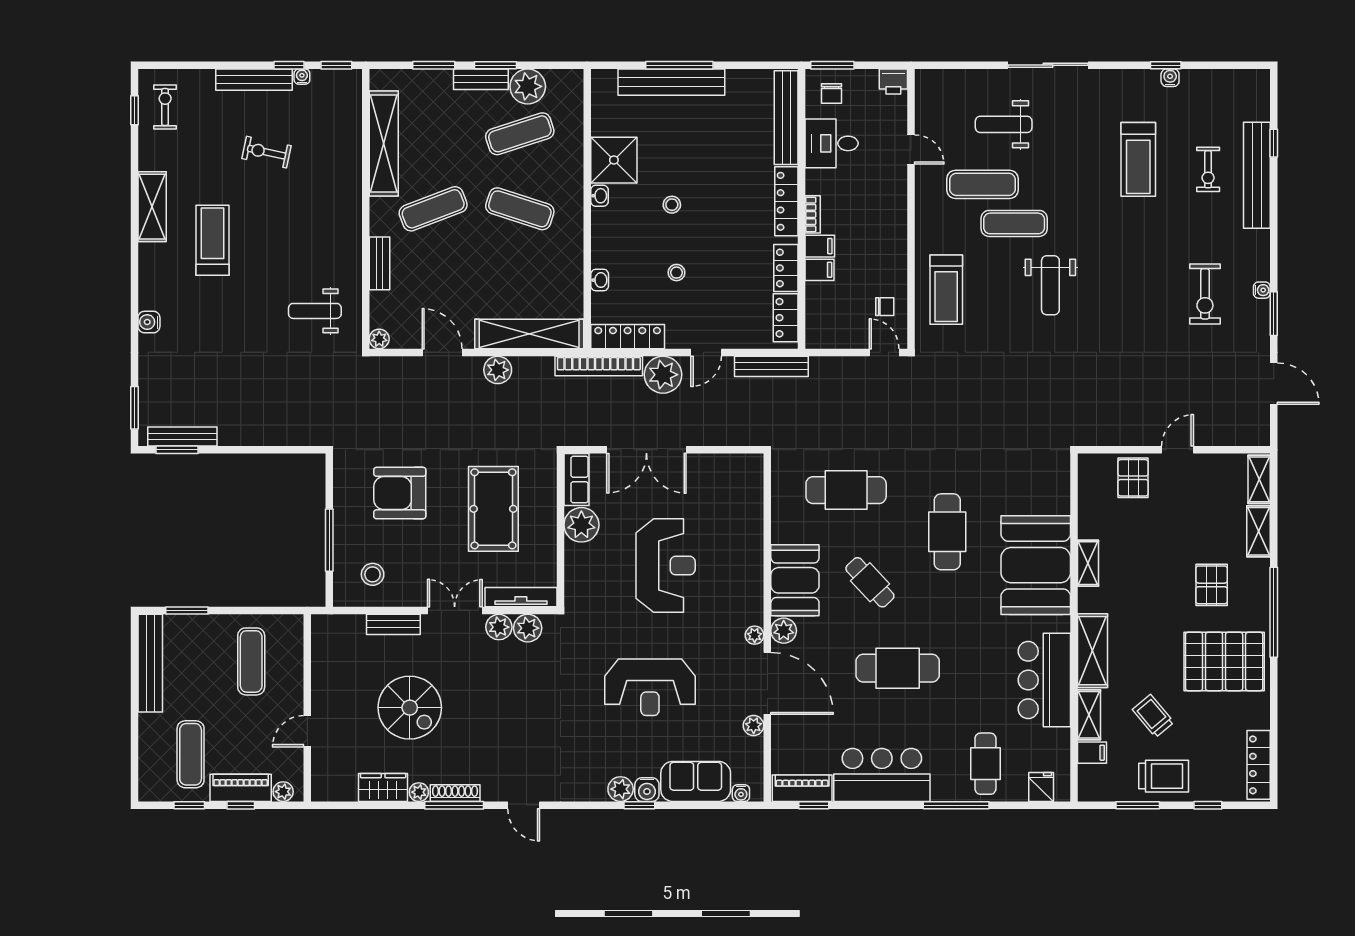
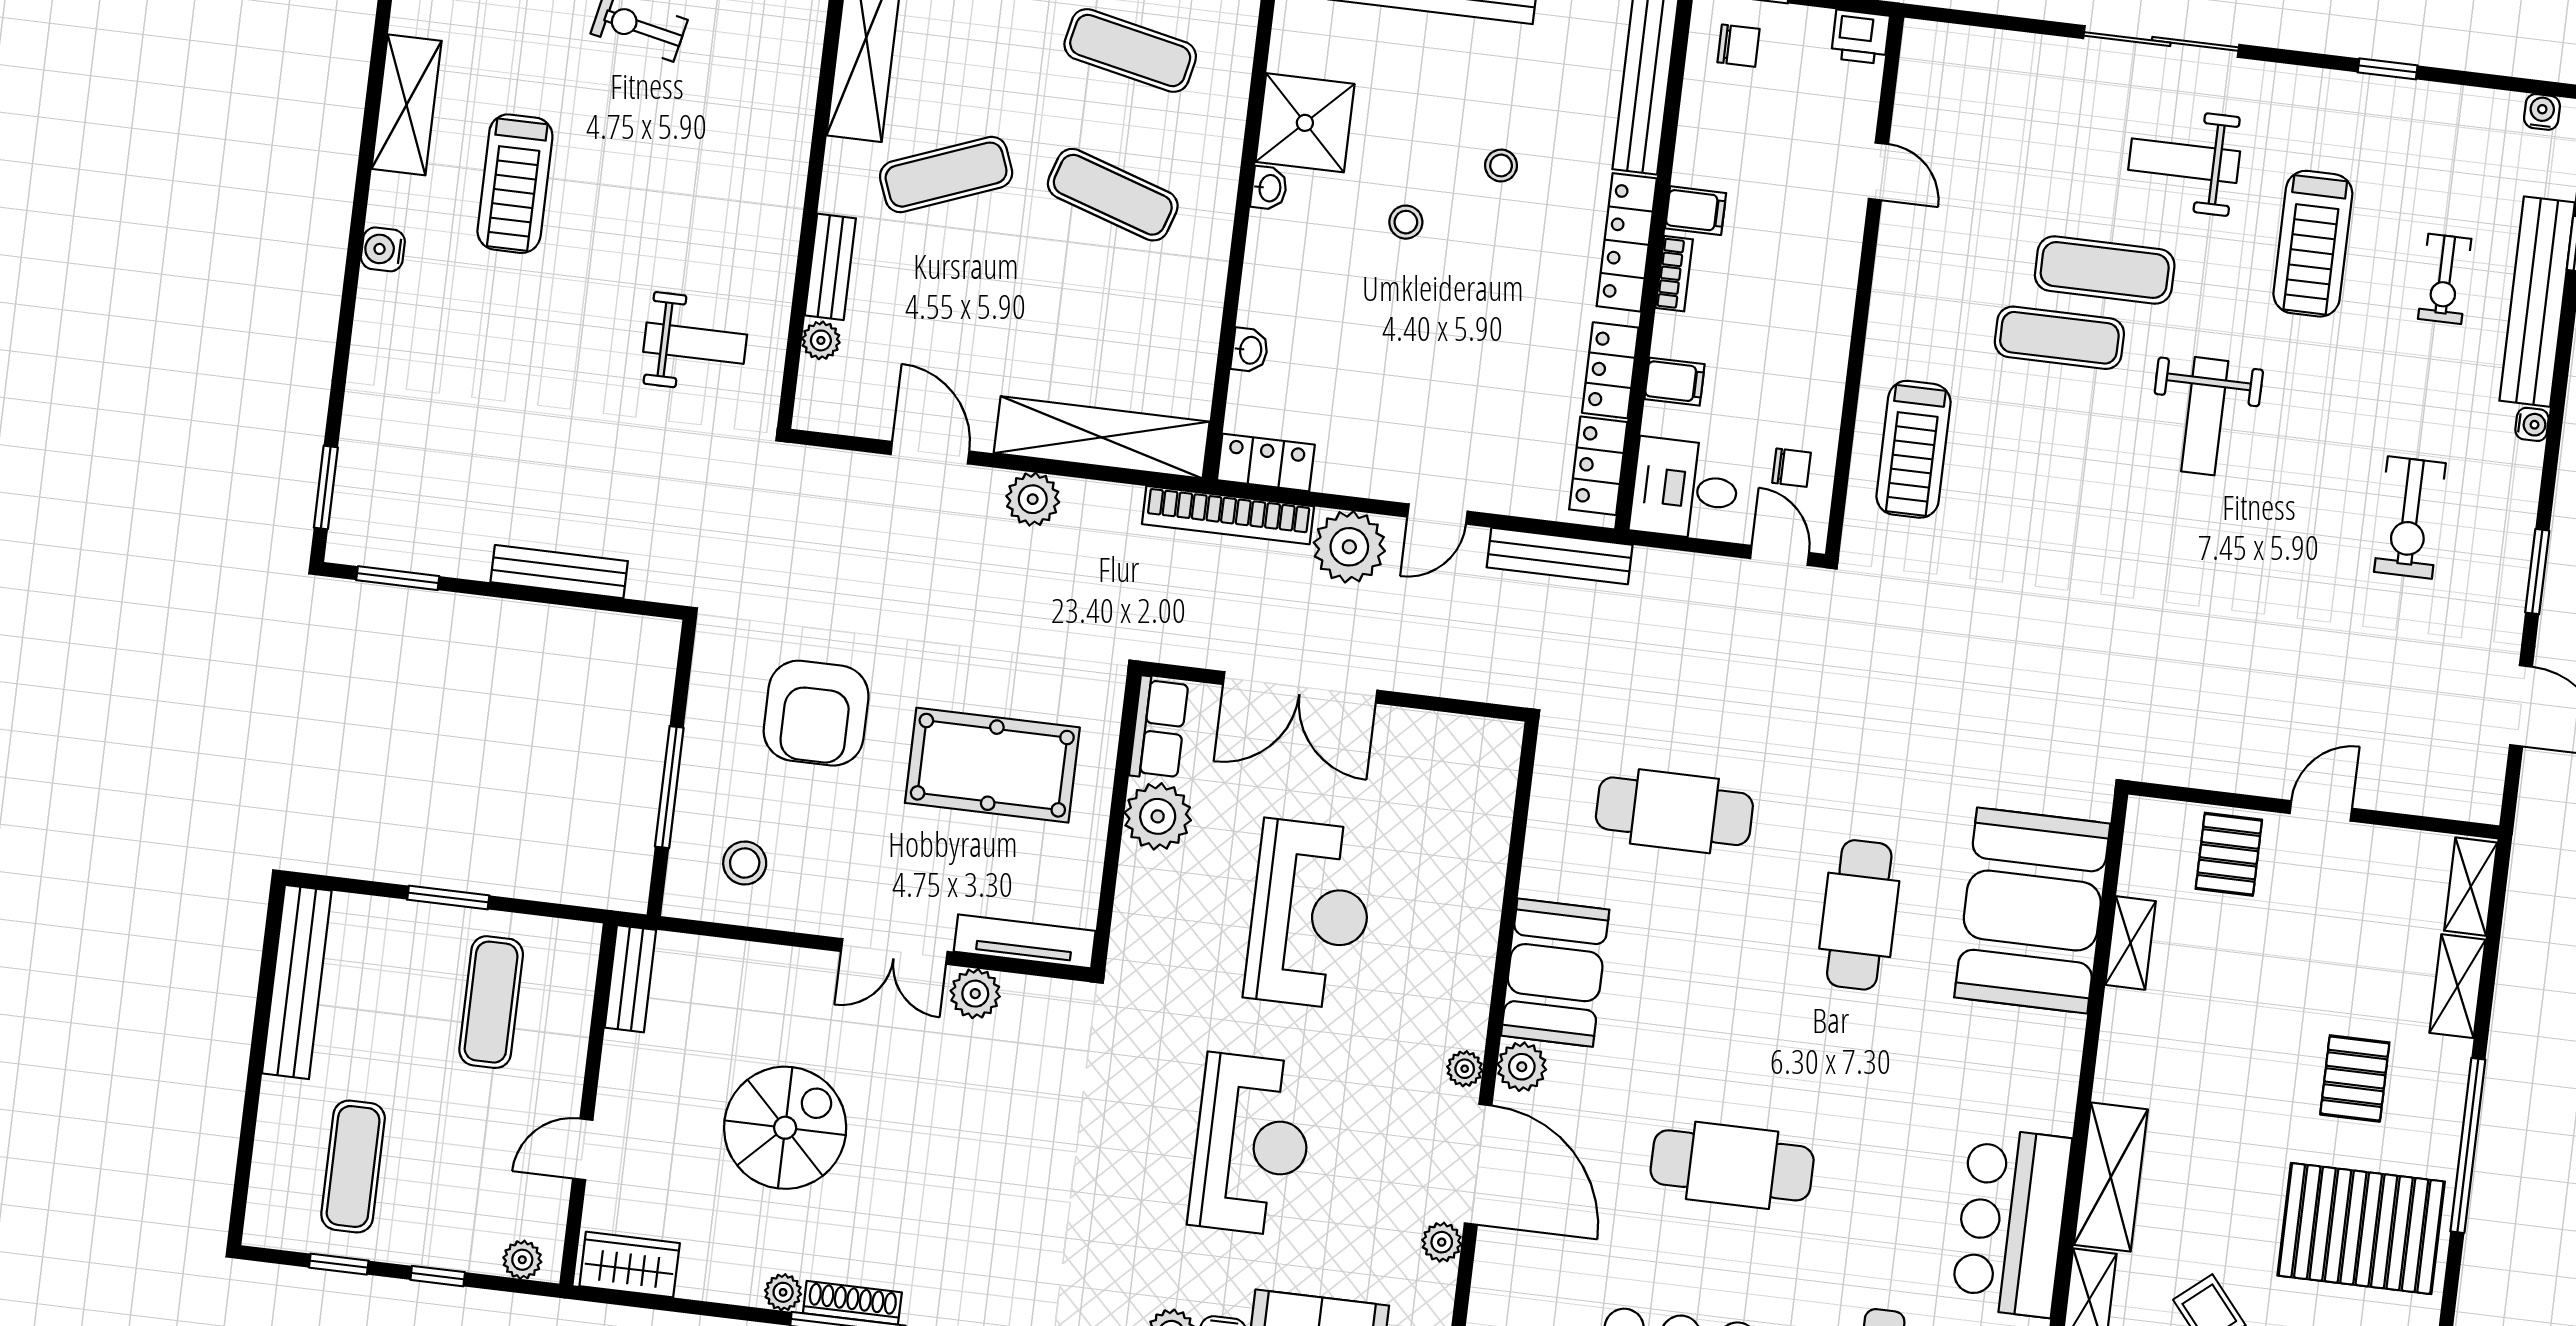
water cooler: (1170, 78) -> (2542, 112), moved
chair: (831, 94) -> (1739, 46), turned -90
weight bench: (1004, 124) -> (2184, 161), moved
exercise mat: (520, 134) -> (1130, 50), turned 30
desk: (832, 143) -> (1685, 489), moved
exercise mat: (983, 184) -> (2105, 270), moved
treadmill: (213, 240) -> (515, 184), turned 180
filing cabinet: (820, 246) -> (1696, 211), moved
stool: (677, 273) -> (1501, 165), moved
weight bench: (1050, 285) -> (2205, 416), moved
water cooler: (1262, 290) -> (2532, 424), moved
weight bench: (315, 311) -> (695, 343), turned 180
water cooler: (149, 322) -> (383, 249), moved
locker: (628, 337) -> (1266, 462), width x0.66
plant: (379, 339) -> (821, 340), moved
bench: (182, 436) -> (559, 572), moved
armchair: (400, 493) -> (816, 713), turned -90
pool table: (493, 509) -> (992, 765), turned 90
shelving: (1088, 563) -> (2130, 943), moved
booth: (1036, 565) -> (2032, 911), moved
cafe table: (870, 582) -> (1699, 994), removed
window: (187, 610) -> (448, 898), moved
double door: (455, 610) -> (894, 952), swing flipped
bench: (393, 624) -> (630, 979), moved, turned 90
plant: (528, 628) -> (1030, 1002), removed
reception desk: (650, 687) -> (1252, 1145), turned -90
spiral stairs: (410, 708) -> (785, 1128), turned -90
wardrobe: (383, 787) -> (630, 1265), moved
piano: (241, 788) -> (441, 1243), removed

